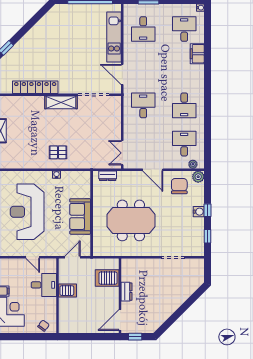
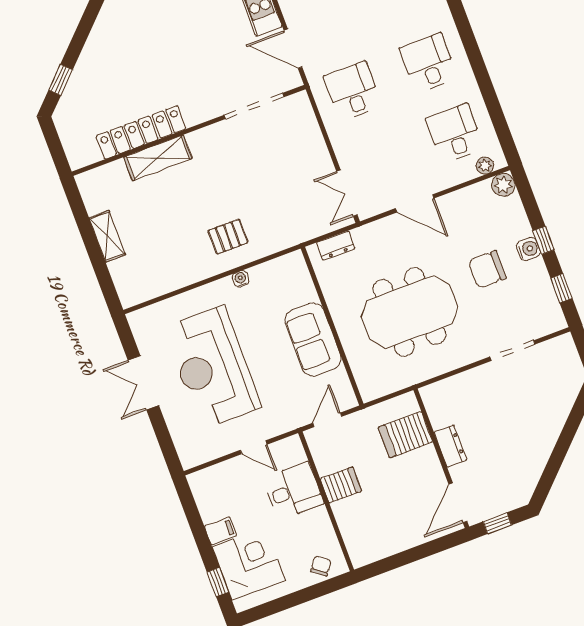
shelving: (61, 102) -> (158, 158), moved
desk: (184, 105) -> (428, 63), turned 180
chair: (179, 186) -> (487, 269), moved, turned -90

